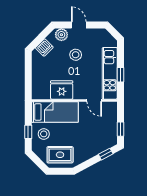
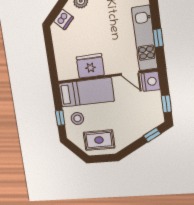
stool: (76, 55) -> (101, 22), removed
nightstand: (110, 109) -> (151, 81), added

